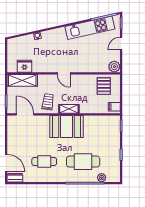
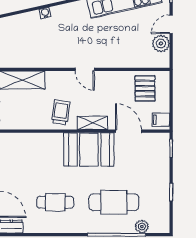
fridge: (24, 66) -> (26, 59), removed
plant: (114, 67) -> (161, 44), moved
door: (25, 114) -> (129, 131), moved

